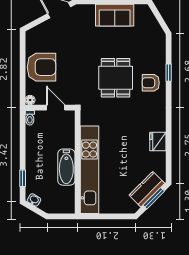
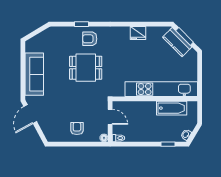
sofa: (115, 15) -> (34, 74), width x1.36
armchair: (42, 67) -> (77, 128), width x0.53, depth x0.53
armchair: (151, 83) -> (90, 39), turned 90
door: (56, 108) -> (110, 117), swing flipped
bathtub: (66, 167) -> (172, 108), moved

